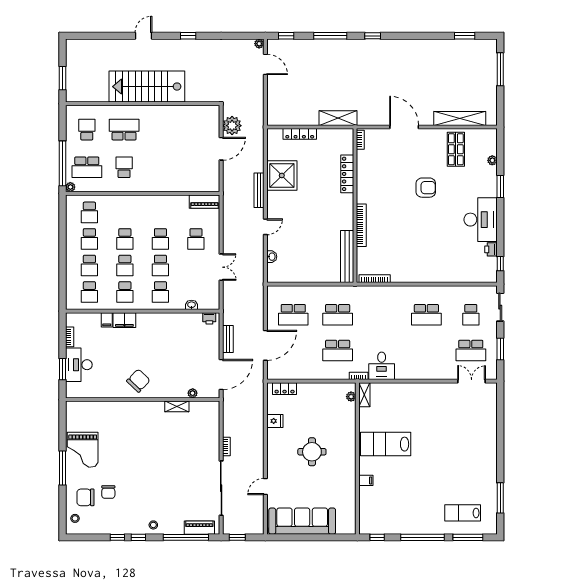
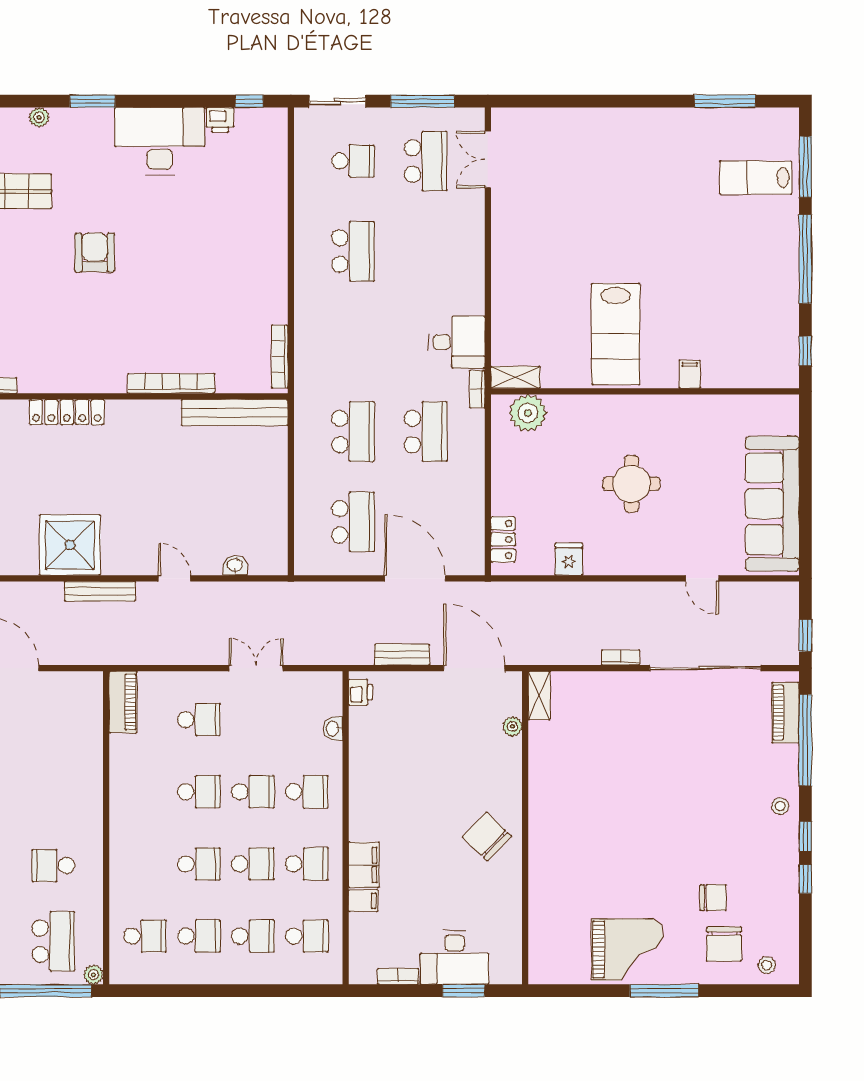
window: (500, 349) -> (423, 101), width x1.44
plant: (351, 397) -> (528, 413), width x1.87, depth x1.87
shelving: (177, 406) -> (539, 696), moved
lab bench: (463, 513) -> (756, 178), turned 90

